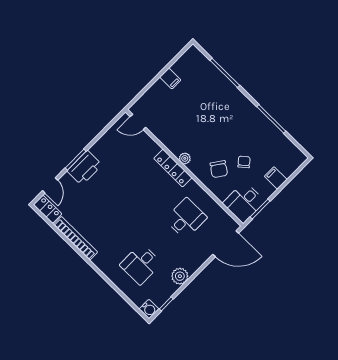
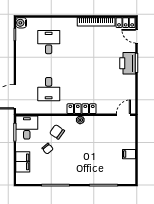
filing cabinet: (276, 178) -> (23, 162), width x2.00
plant: (180, 276) -> (22, 56), removed

